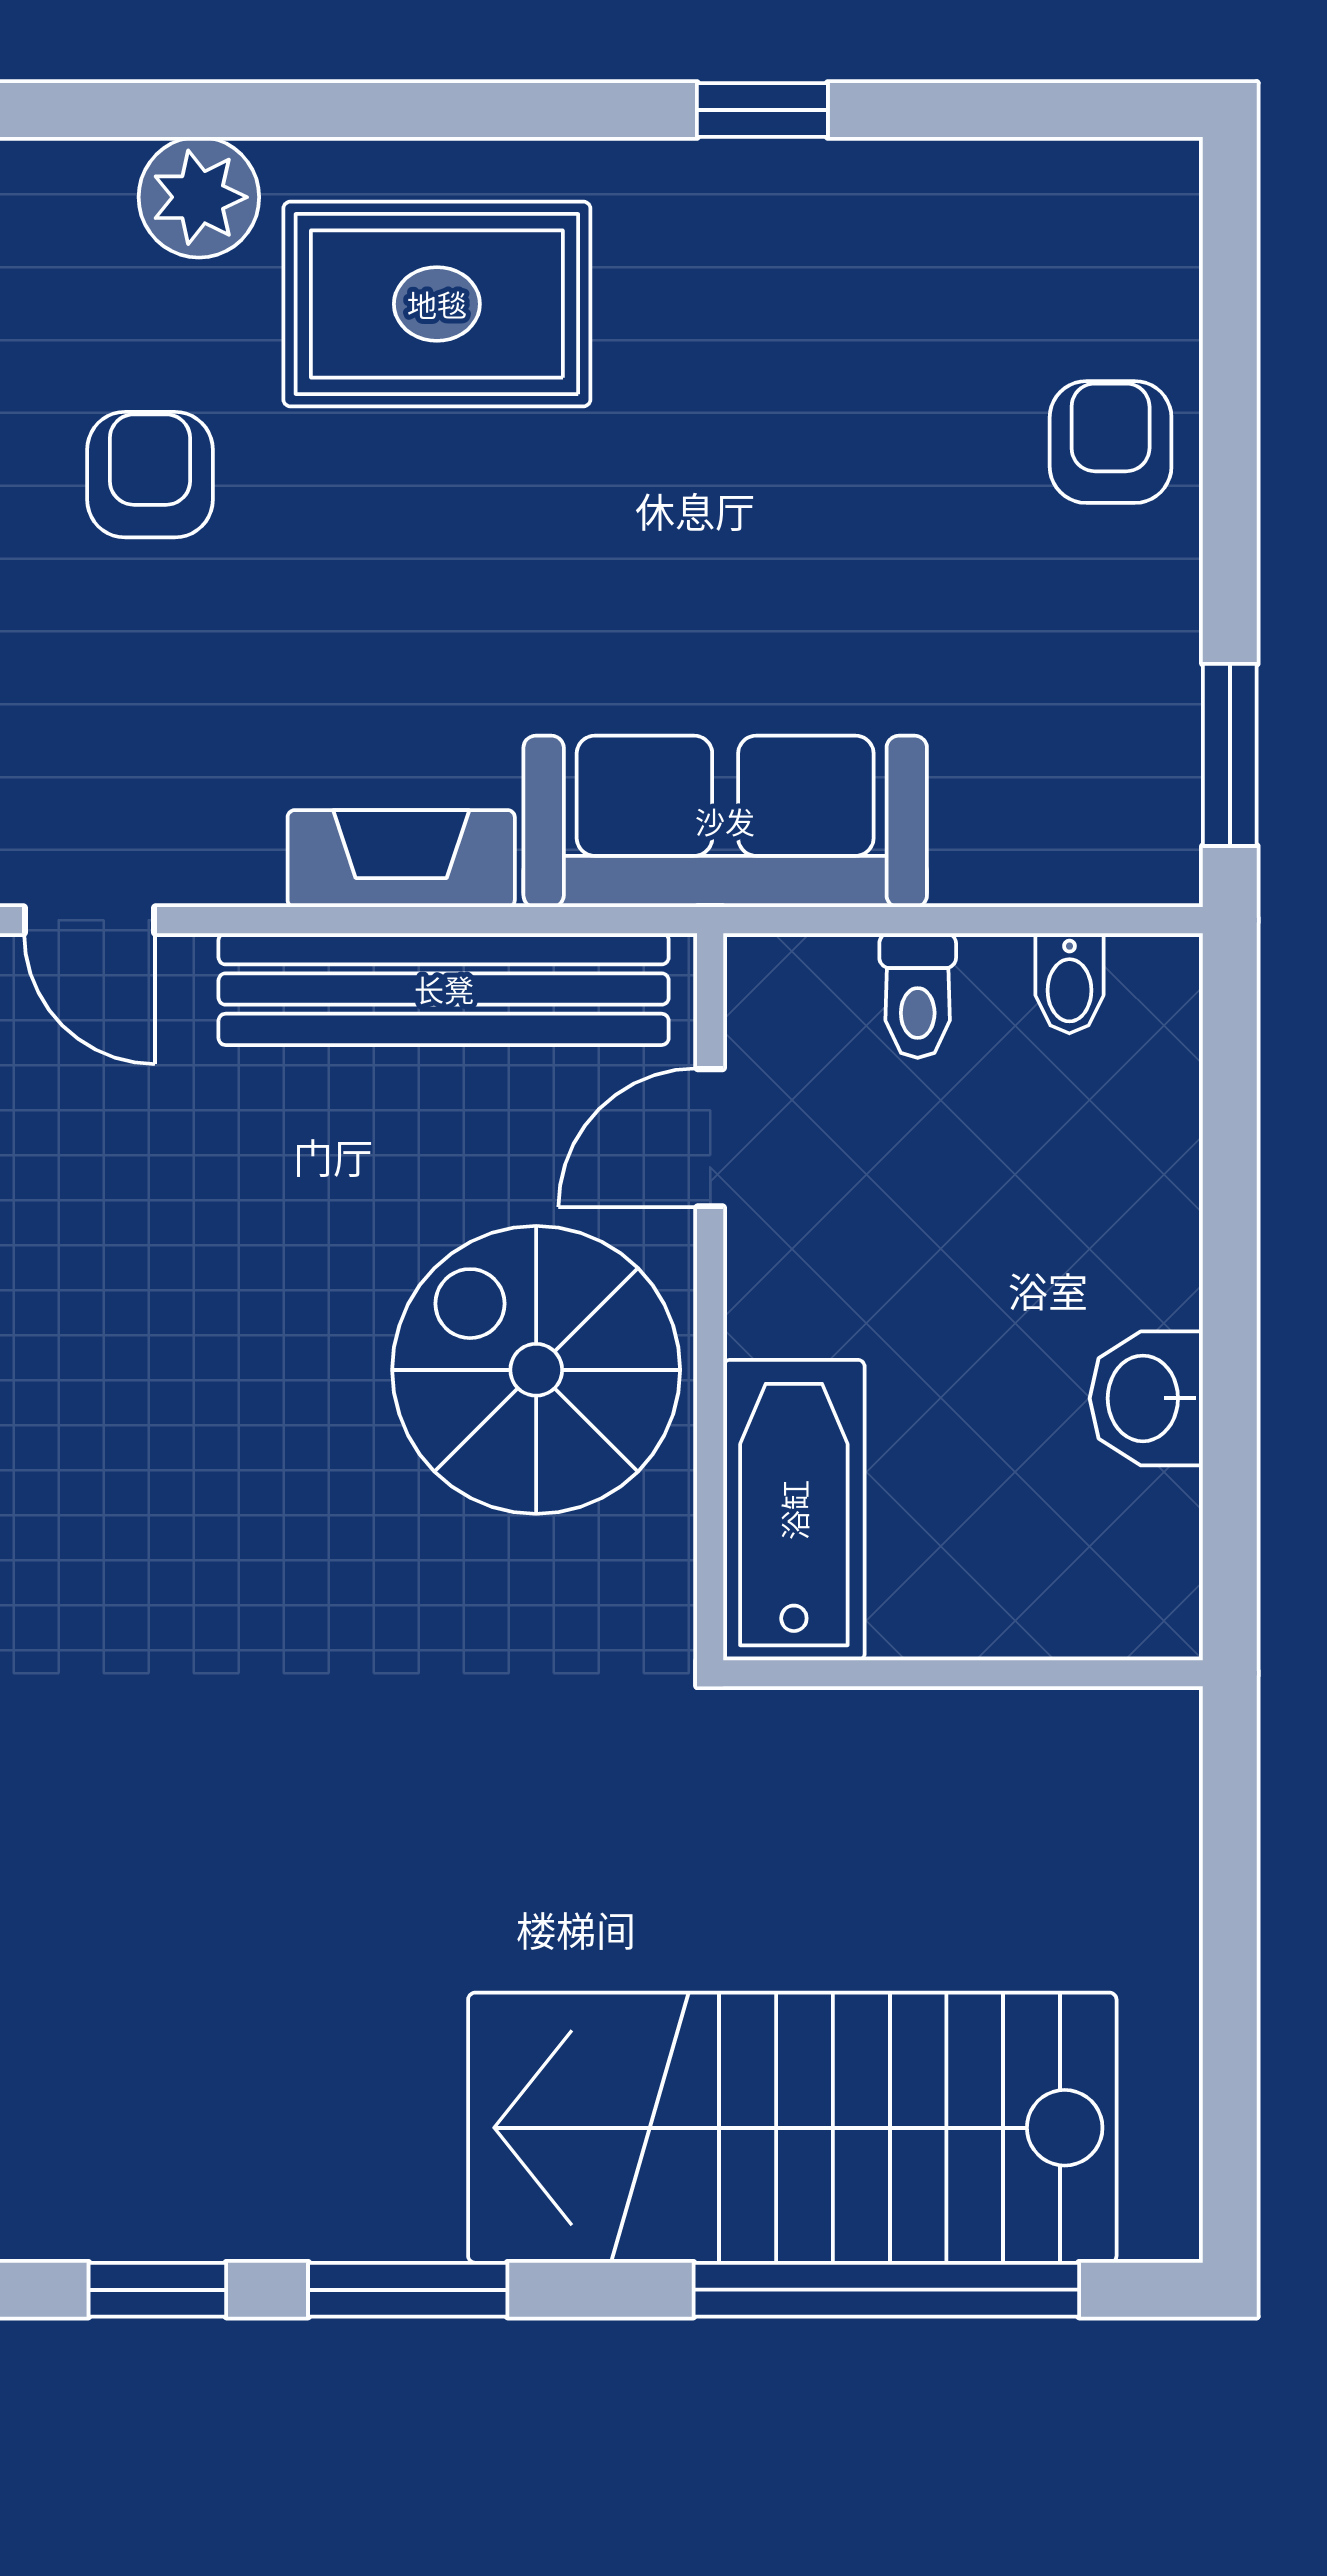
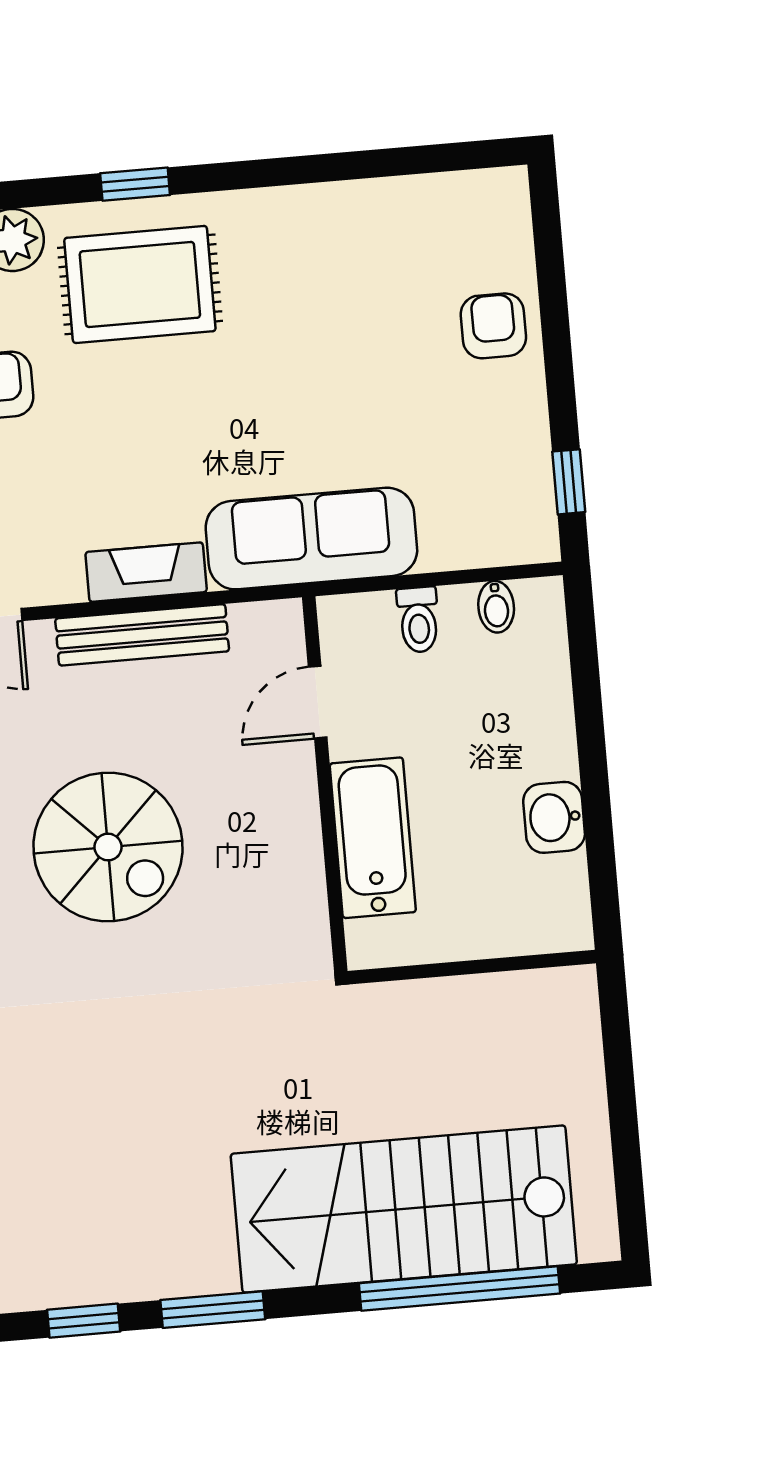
window: (762, 110) -> (135, 184), moved
window: (1230, 755) -> (569, 482), width x0.67
bench: (444, 989) -> (142, 635), width x0.73, depth x0.82
spiral stairs: (536, 1370) -> (108, 847), moved, turned 180
bathtub: (794, 1510) -> (373, 838), moved

